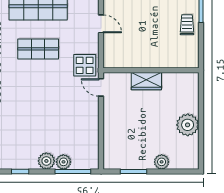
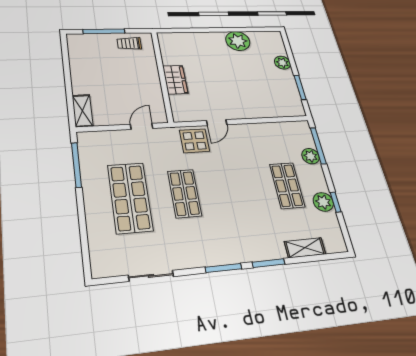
wall: (151, 70) -> (162, 76), moved
wardrobe: (146, 81) -> (175, 80), moved
shop shelf: (38, 134) -> (287, 185), added
plant: (46, 161) -> (323, 202), moved

